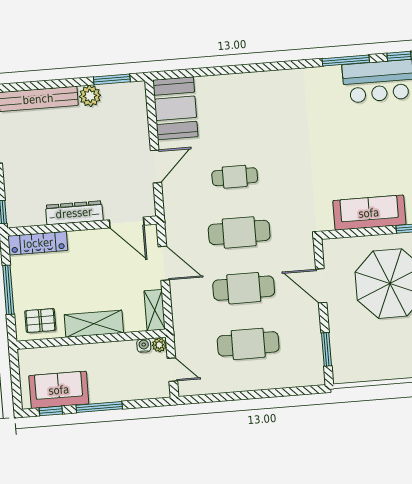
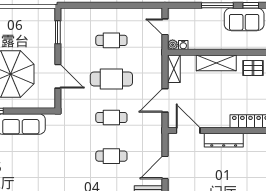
cafe table: (239, 232) -> (111, 118), width x0.73, depth x0.74
door: (164, 263) -> (165, 100), hinge flipped
cafe table: (248, 344) -> (111, 40), width x0.73, depth x0.74

